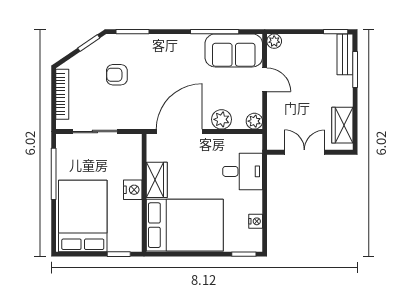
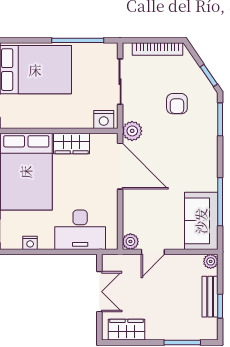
window: (336, 32) -> (220, 306), moved
bench: (345, 54) -> (210, 297), moved, turned 90
armchair: (117, 75) -> (177, 104), turned 180
door: (265, 80) -> (153, 252), moved
plant: (222, 119) -> (132, 131), moved
desk: (243, 171) -> (80, 230), width x1.37
nightstand: (133, 190) -> (104, 120), moved

